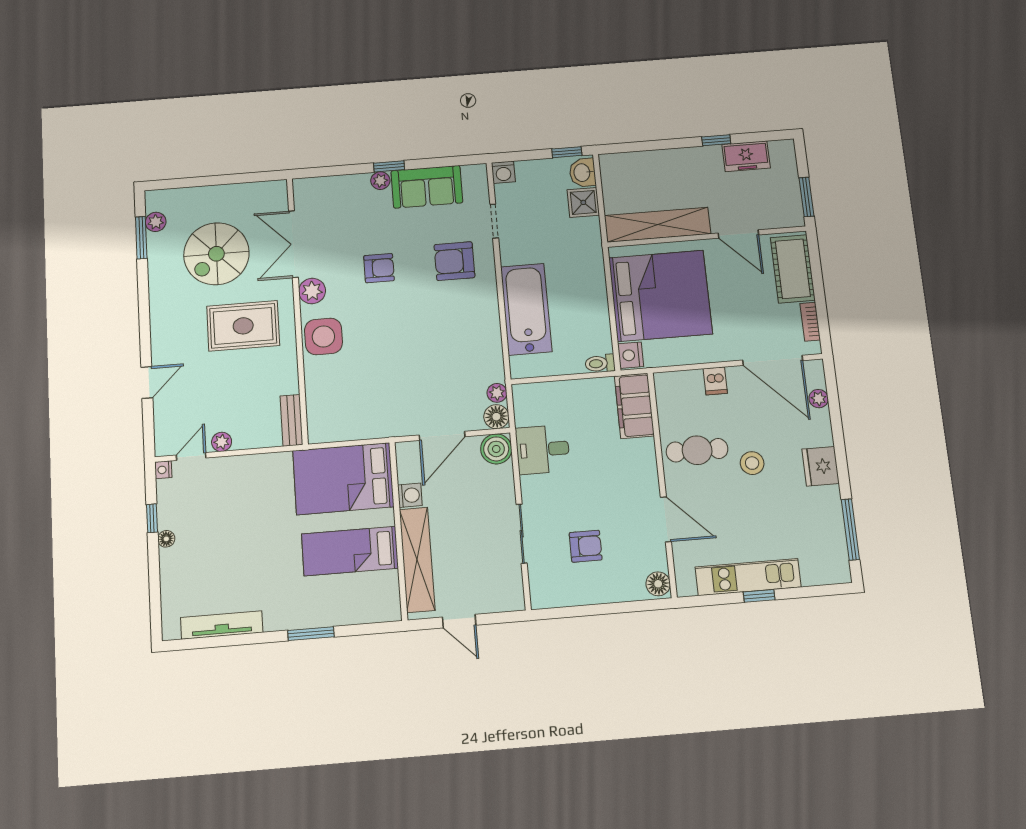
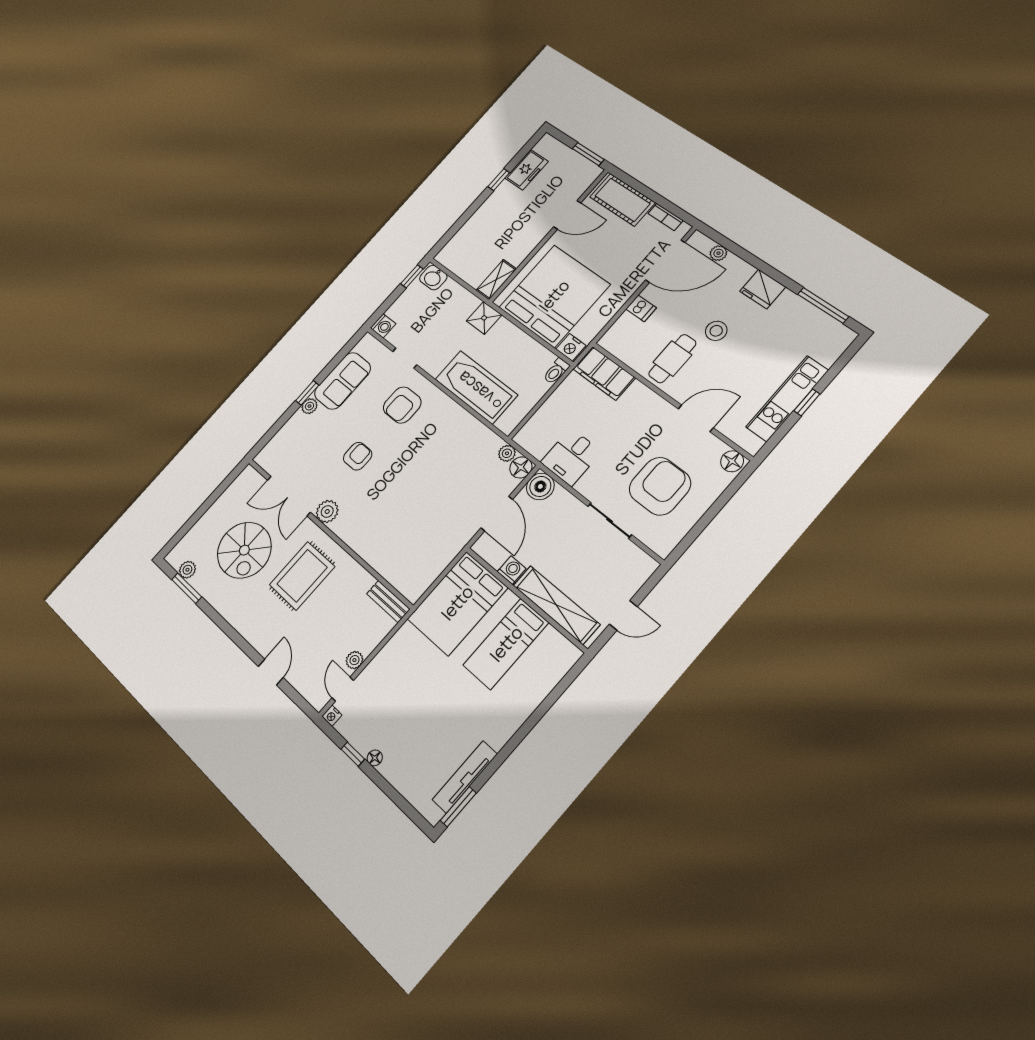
shower: (583, 202) -> (484, 318), moved
shelving: (657, 225) -> (496, 280), width x0.45, depth x0.75
side table: (323, 337) -> (361, 531), removed
armchair: (586, 546) -> (660, 486), width x1.88, depth x1.88
window: (311, 634) -> (458, 807), moved

